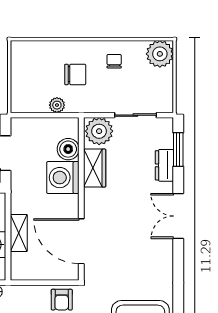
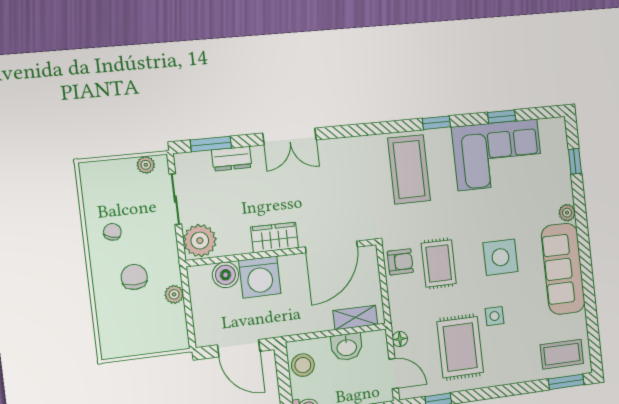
plant: (160, 54) -> (146, 165), moved, width x0.53, depth x0.53
chair: (114, 61) -> (112, 232), turned 106
wardrobe: (95, 168) -> (275, 238), moved
shelving: (19, 233) -> (355, 318), moved

